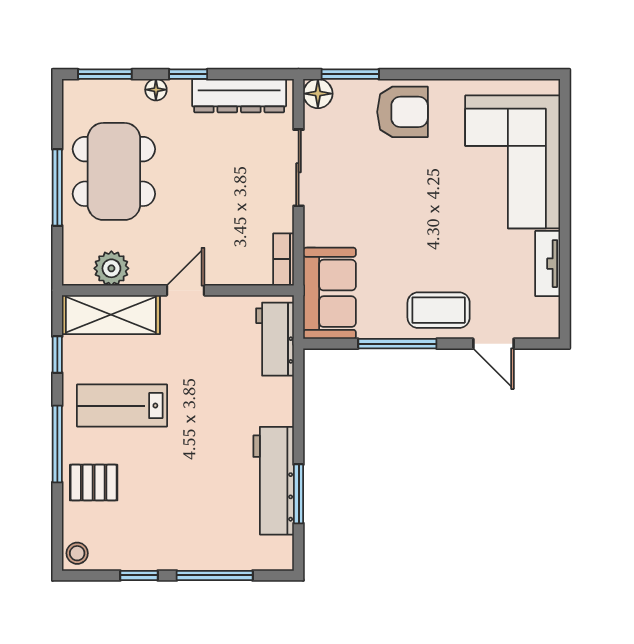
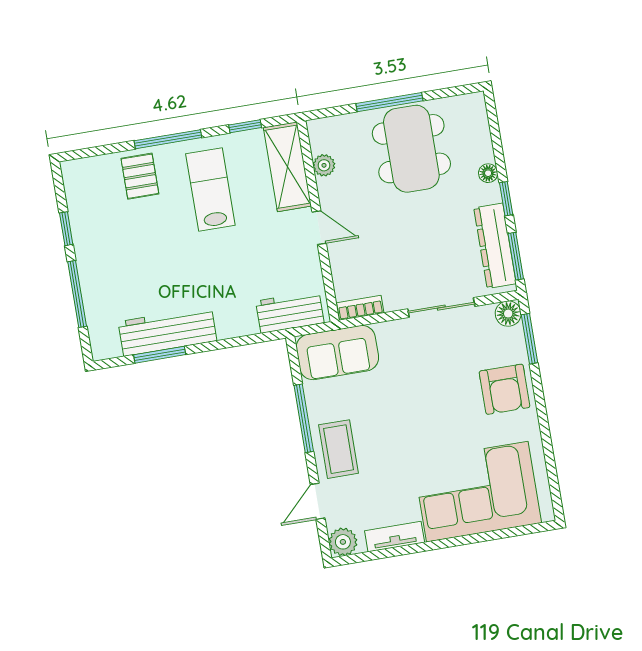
window: (105, 74) -> (516, 256), moved
dining table: (114, 171) -> (411, 149), turned 90
plant: (111, 268) -> (324, 165), width x0.73, depth x0.73
plant: (544, 323) -> (343, 542), added
stool: (77, 553) -> (76, 172), removed

